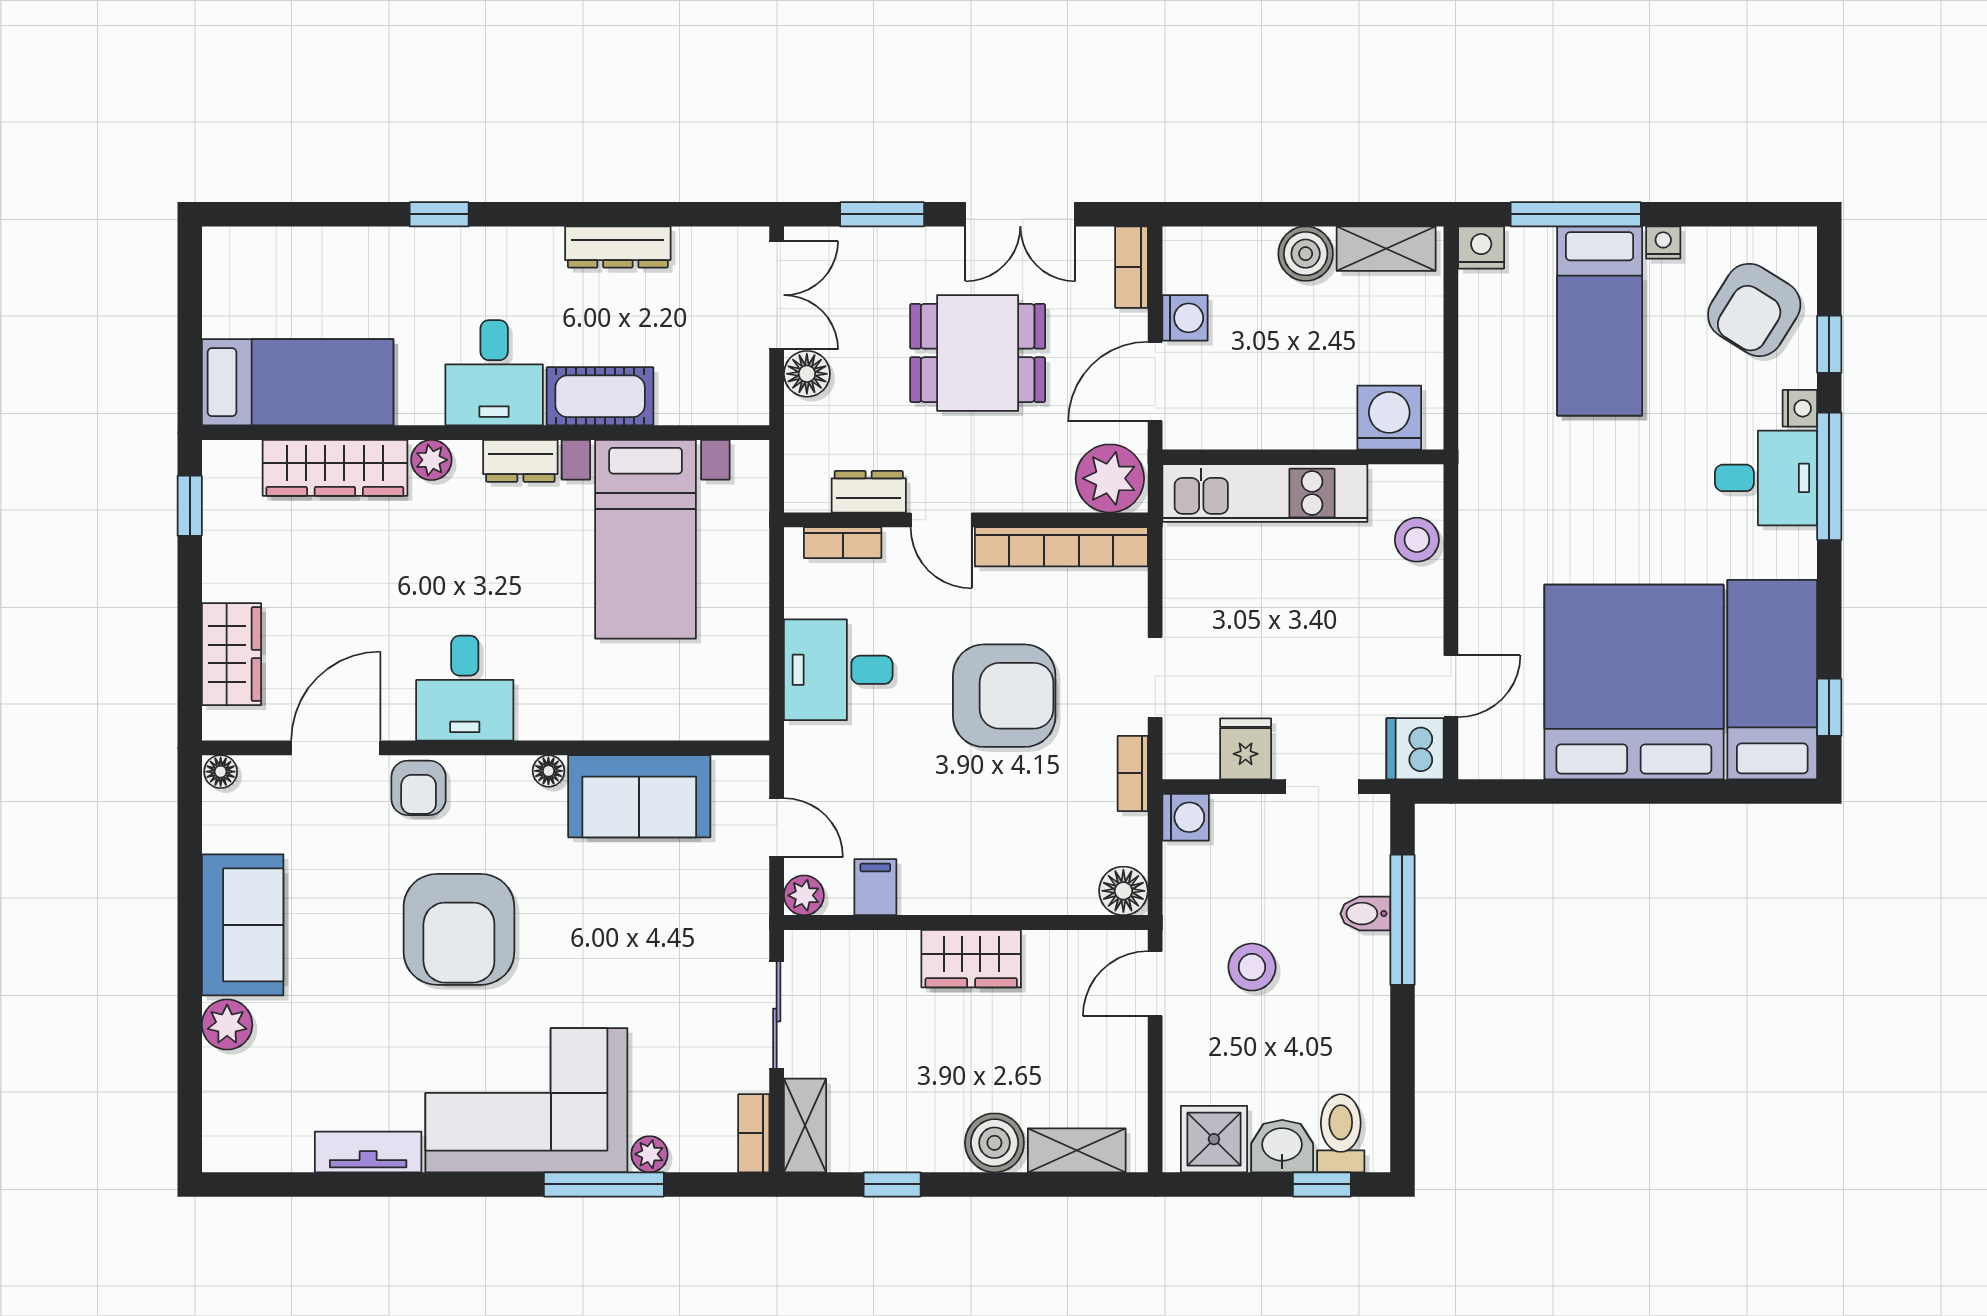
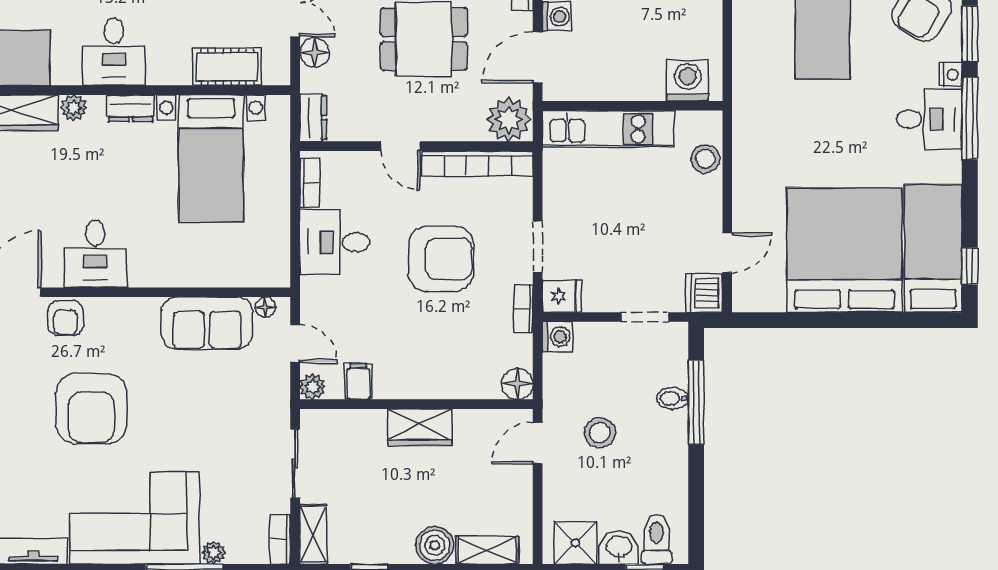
window: (1829, 344) -> (970, 34), width x1.50
cot: (600, 396) -> (227, 67), moved
dresser: (869, 492) -> (313, 118), moved, turned 90
bookcase: (843, 543) -> (310, 183), moved, turned -90
fridge: (1246, 749) -> (562, 296), moved, turned 90
floor lamp: (548, 771) -> (265, 307), moved

